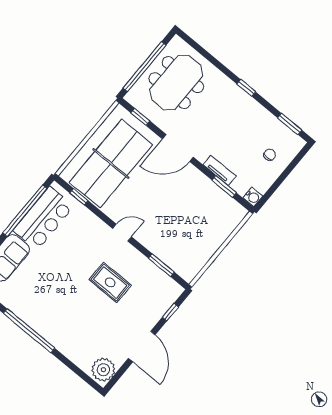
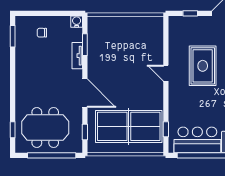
window: (246, 88) -> (13, 130), moved
door: (122, 233) -> (166, 73), moved
window: (161, 265) -> (166, 43), removed
rug: (110, 282) -> (203, 66), width x1.36, depth x1.43

